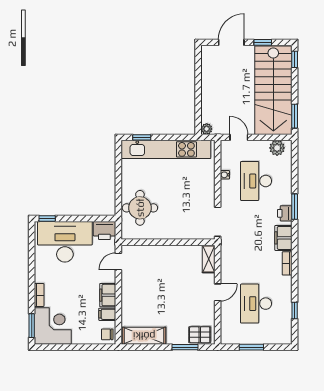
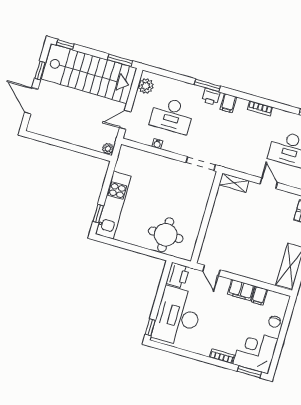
kitchen unit: (166, 149) -> (113, 205), width x0.73
filing cabinet: (283, 238) -> (228, 103), width x0.50
chair: (107, 334) -> (275, 322), moved

